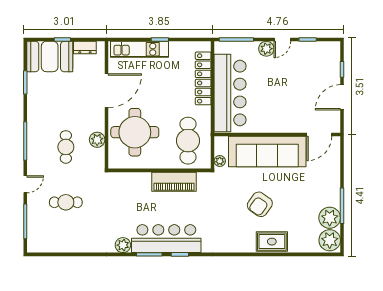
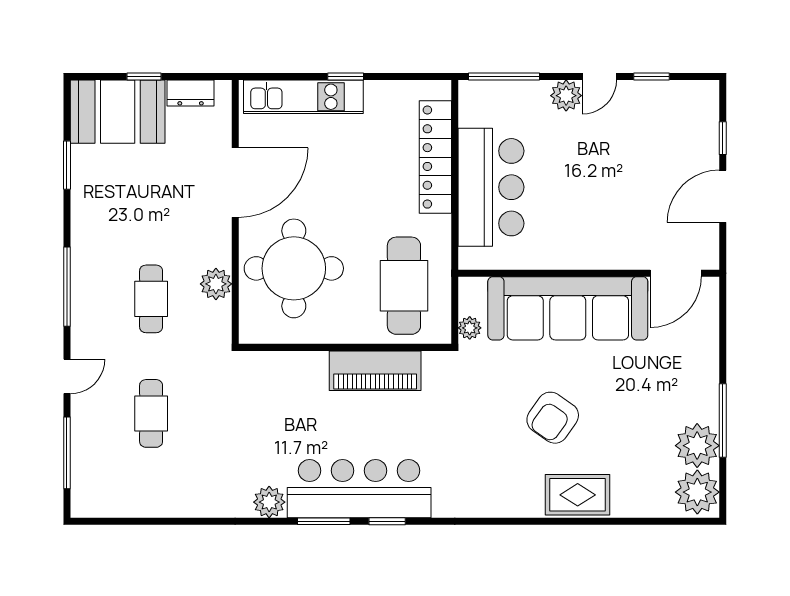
bar counter: (230, 93) -> (491, 187), width x0.73
cafe table: (66, 202) -> (151, 413), turned 90

